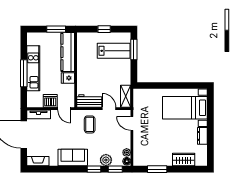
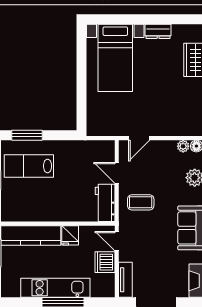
lab bench: (114, 51) -> (29, 166), turned -90
shelving: (126, 96) -> (98, 148), removed
door: (64, 109) -> (117, 241), swing flipped
door: (109, 109) -> (117, 173), hinge flipped

